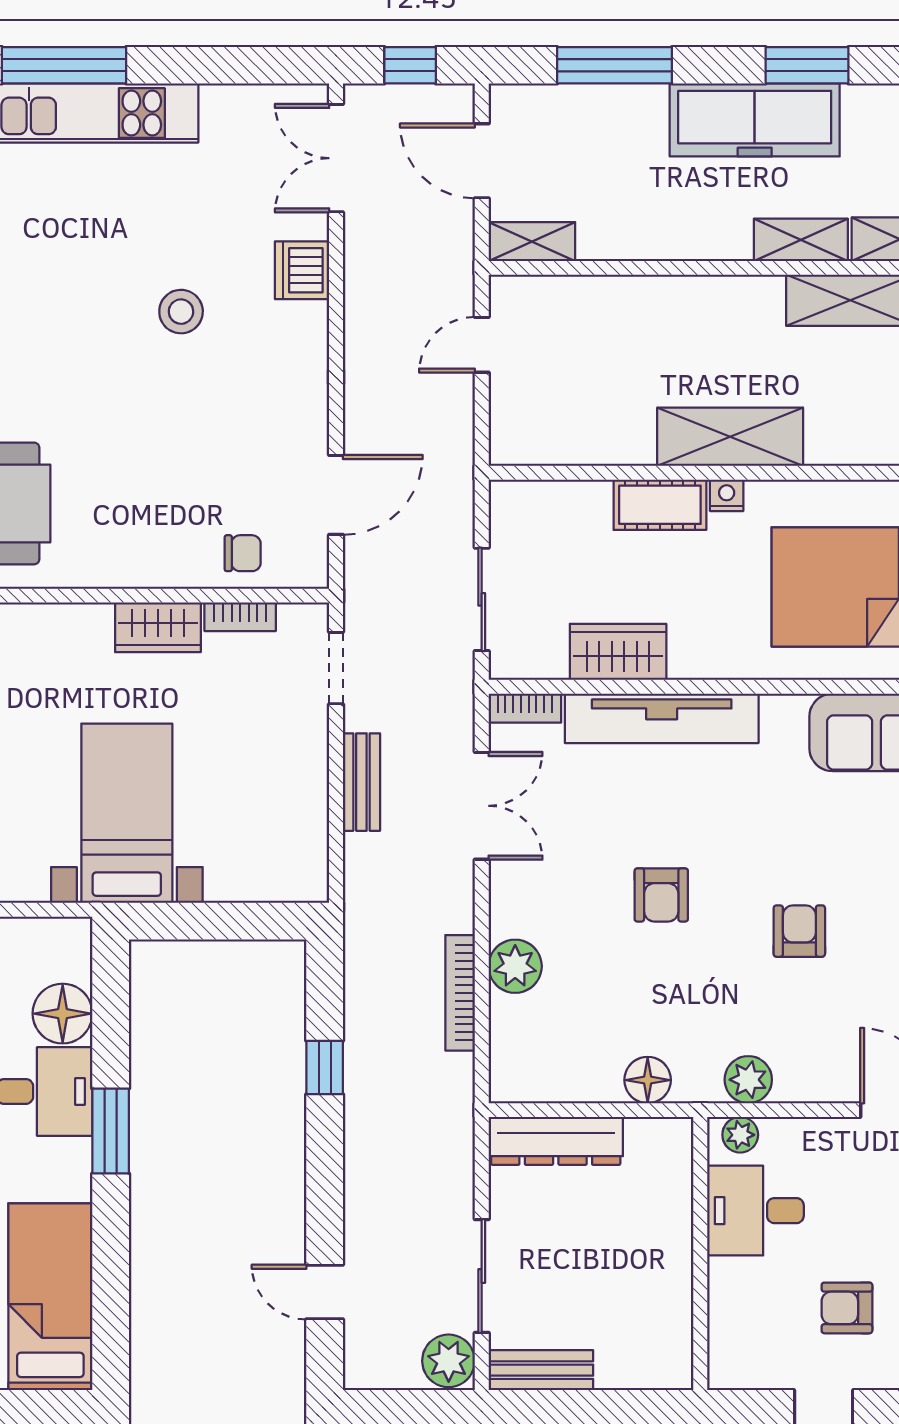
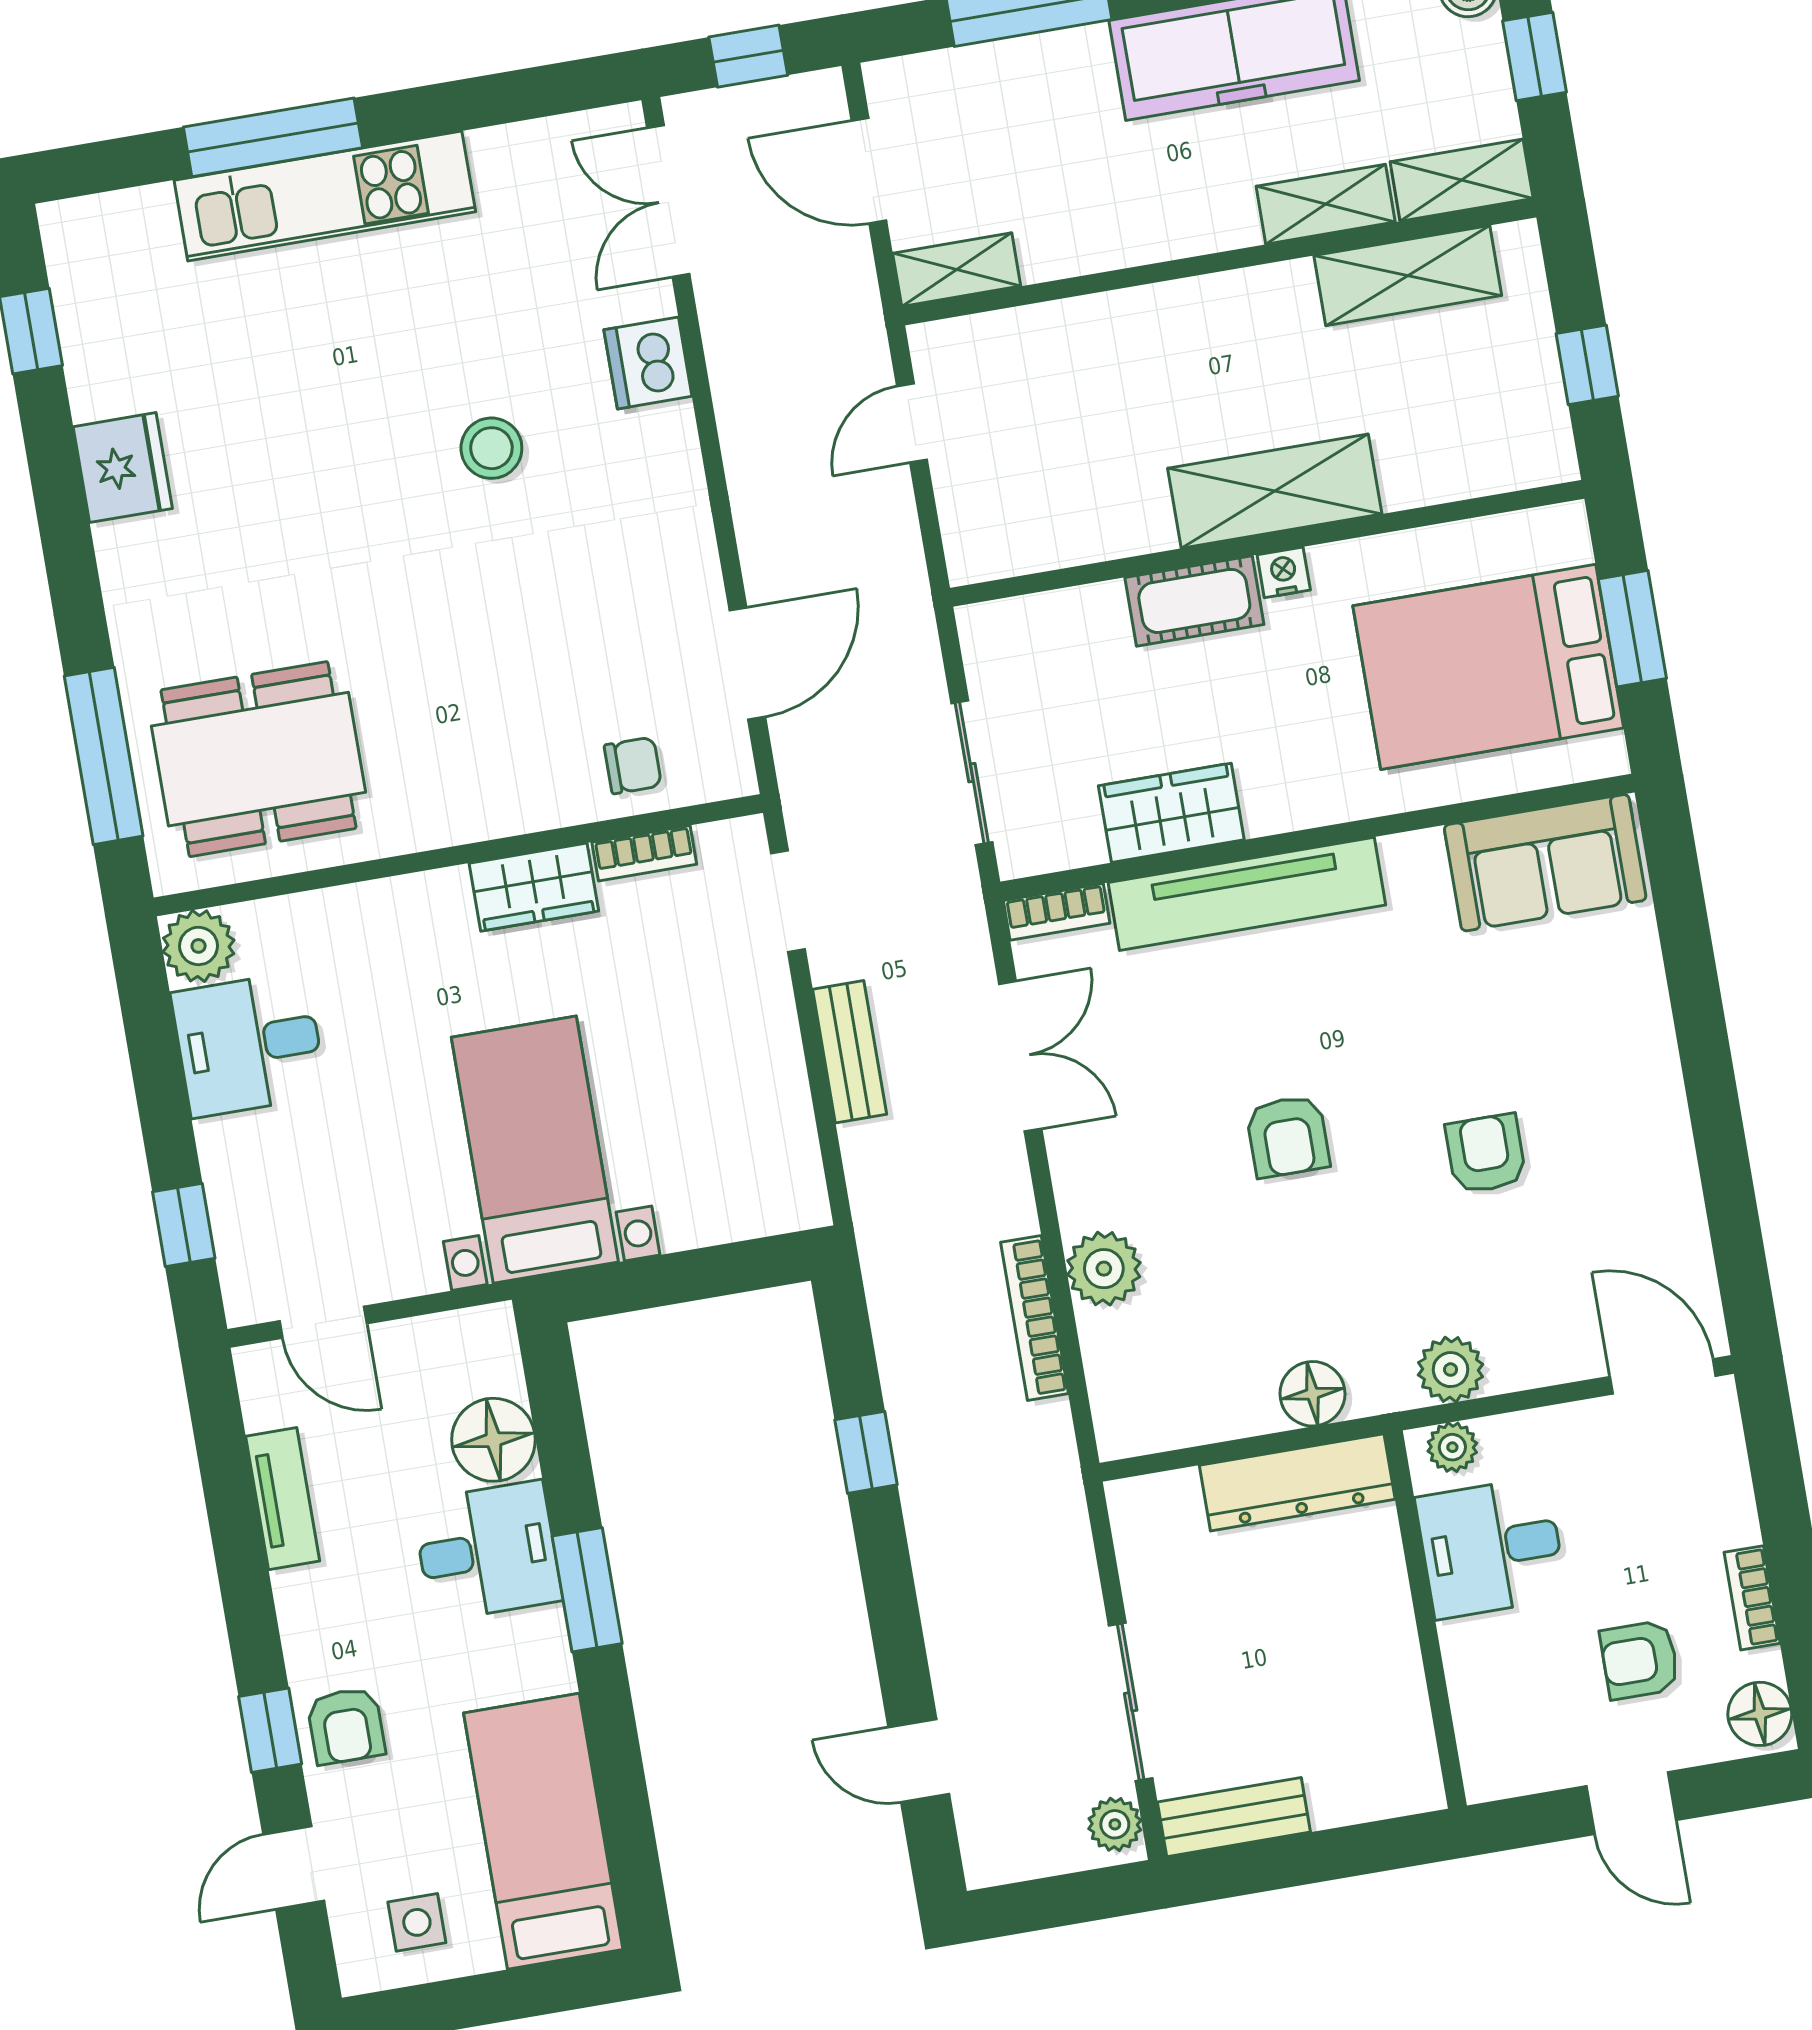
dresser: (556, 1141) -> (1297, 1482), moved
plant: (449, 1361) -> (1115, 1824), width x0.73, depth x0.73

